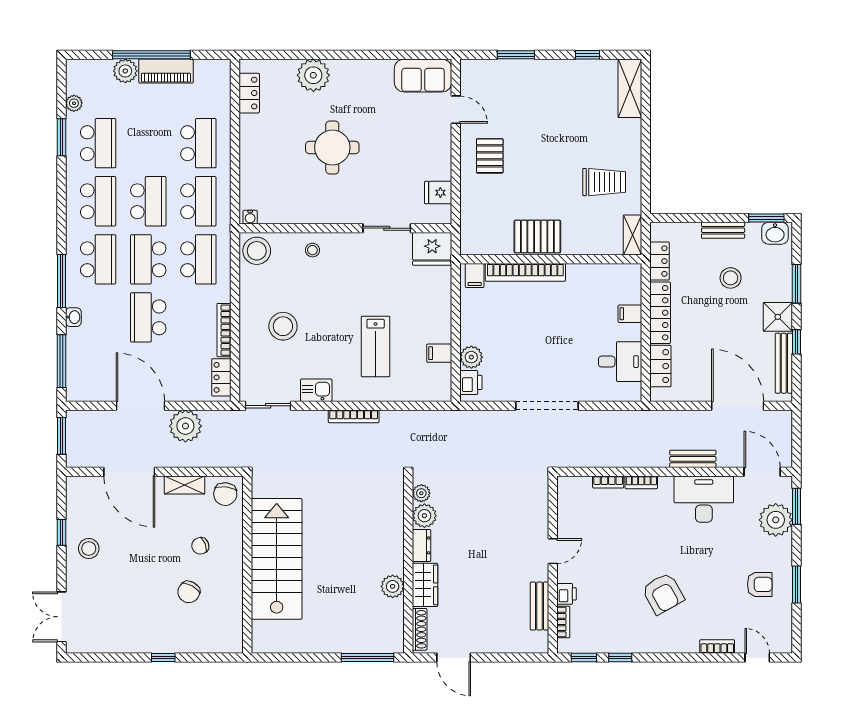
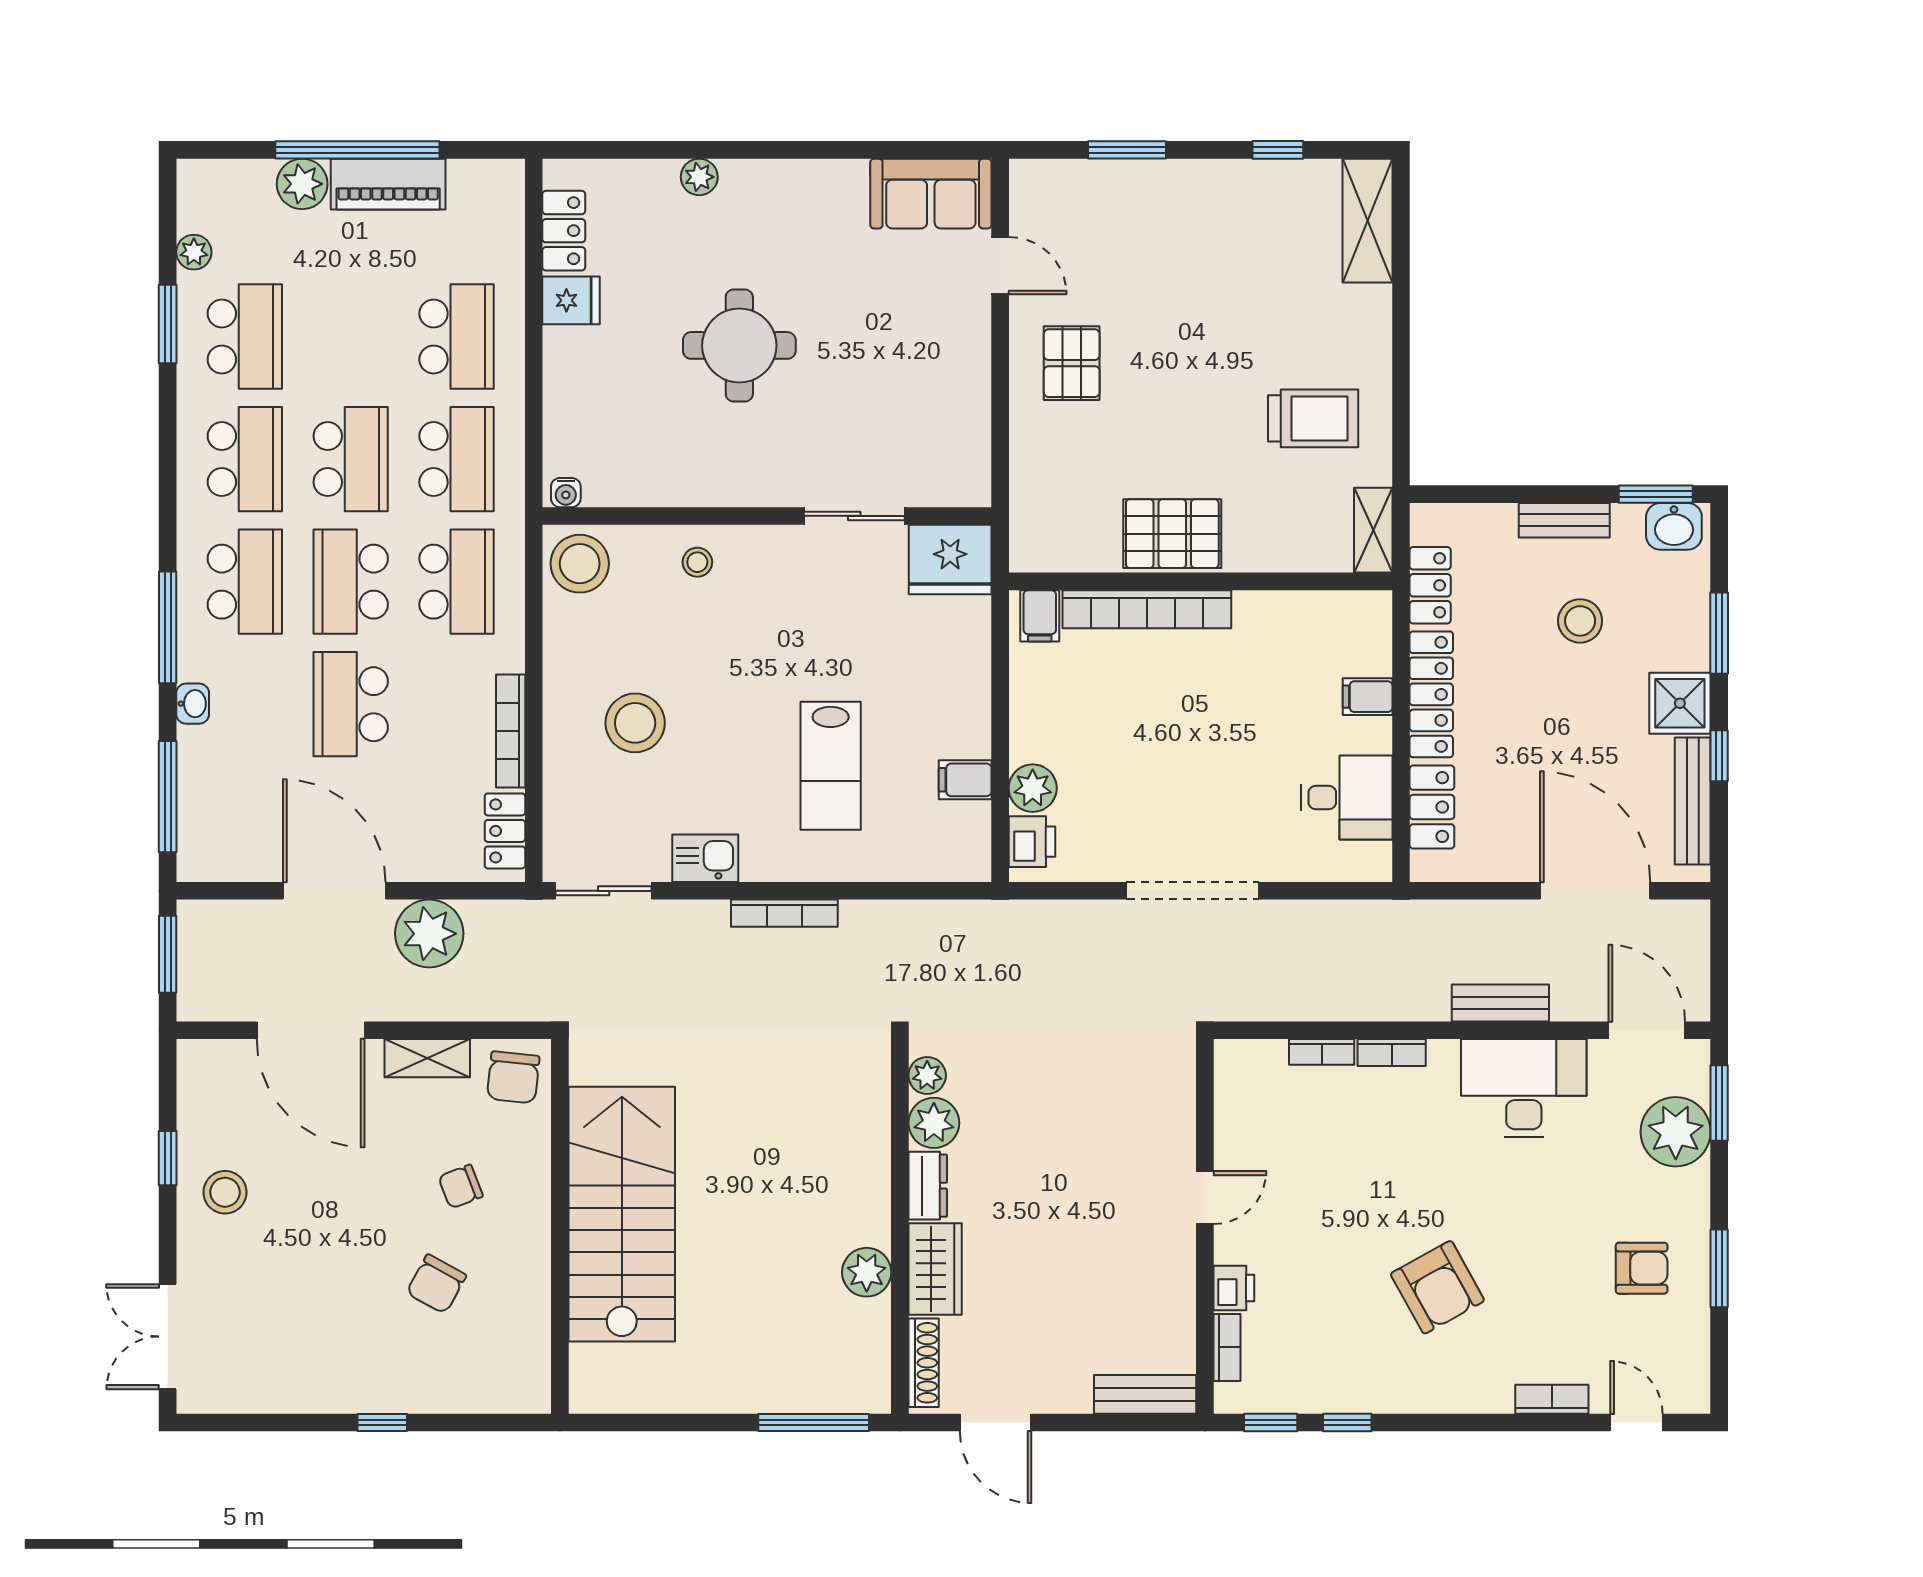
plant: (313, 75) -> (699, 177), width x0.53, depth x0.53
fridge: (438, 193) -> (571, 300), moved, turned 180
bench: (539, 606) -> (1145, 1394), moved, turned 90

